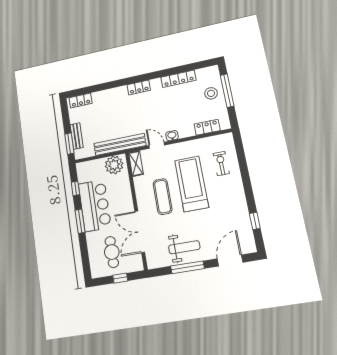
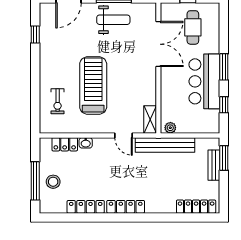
locker: (139, 88) -> (126, 207), width x1.53
locker: (81, 100) -> (196, 207), width x1.53
washbasin: (172, 136) -> (86, 143), moved
plant: (114, 165) -> (170, 128), width x0.53, depth x0.53
treadmill: (192, 184) -> (93, 86), turned 180
exercise mat: (163, 197) -> (127, 77), removed
weight bench: (184, 247) -> (113, 20), turned 180

